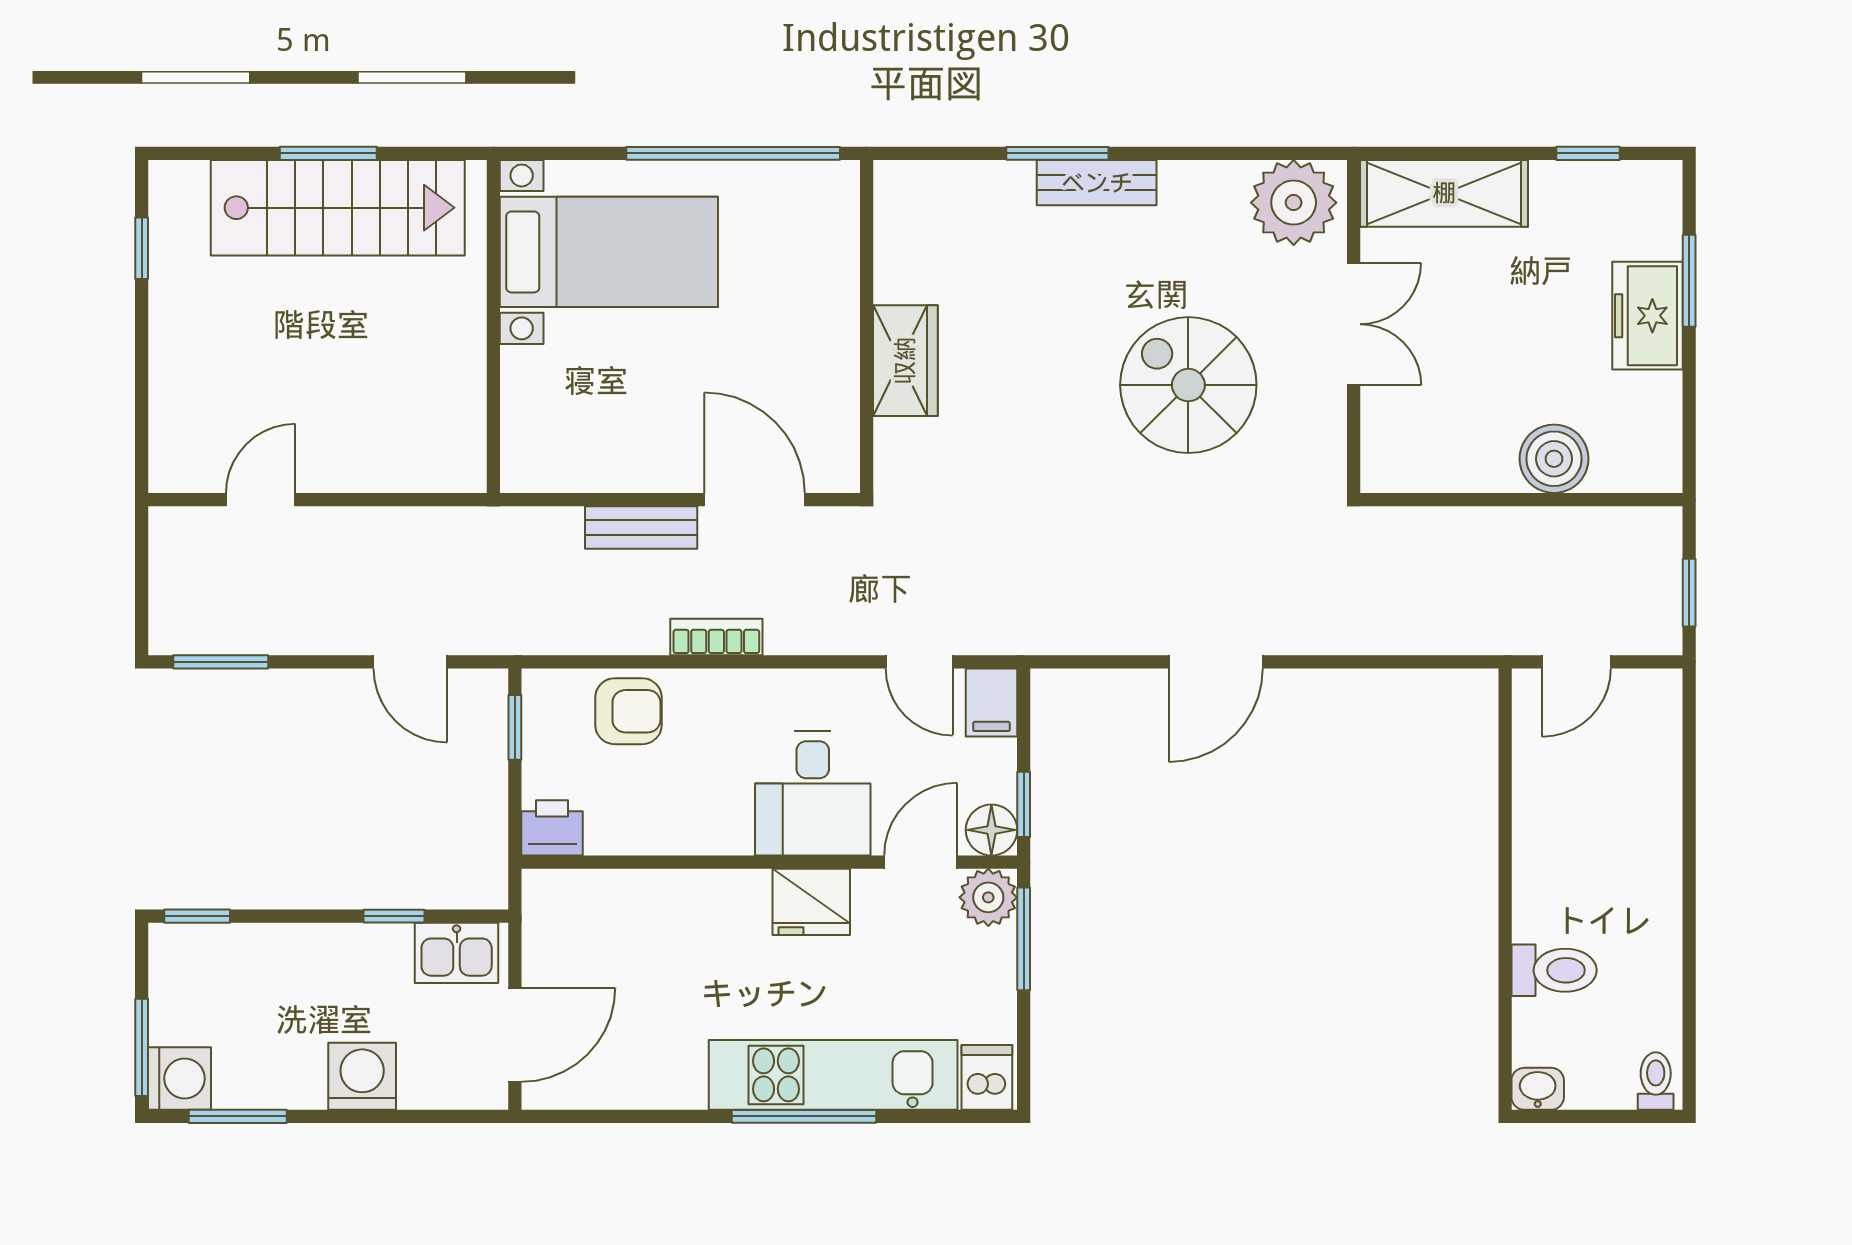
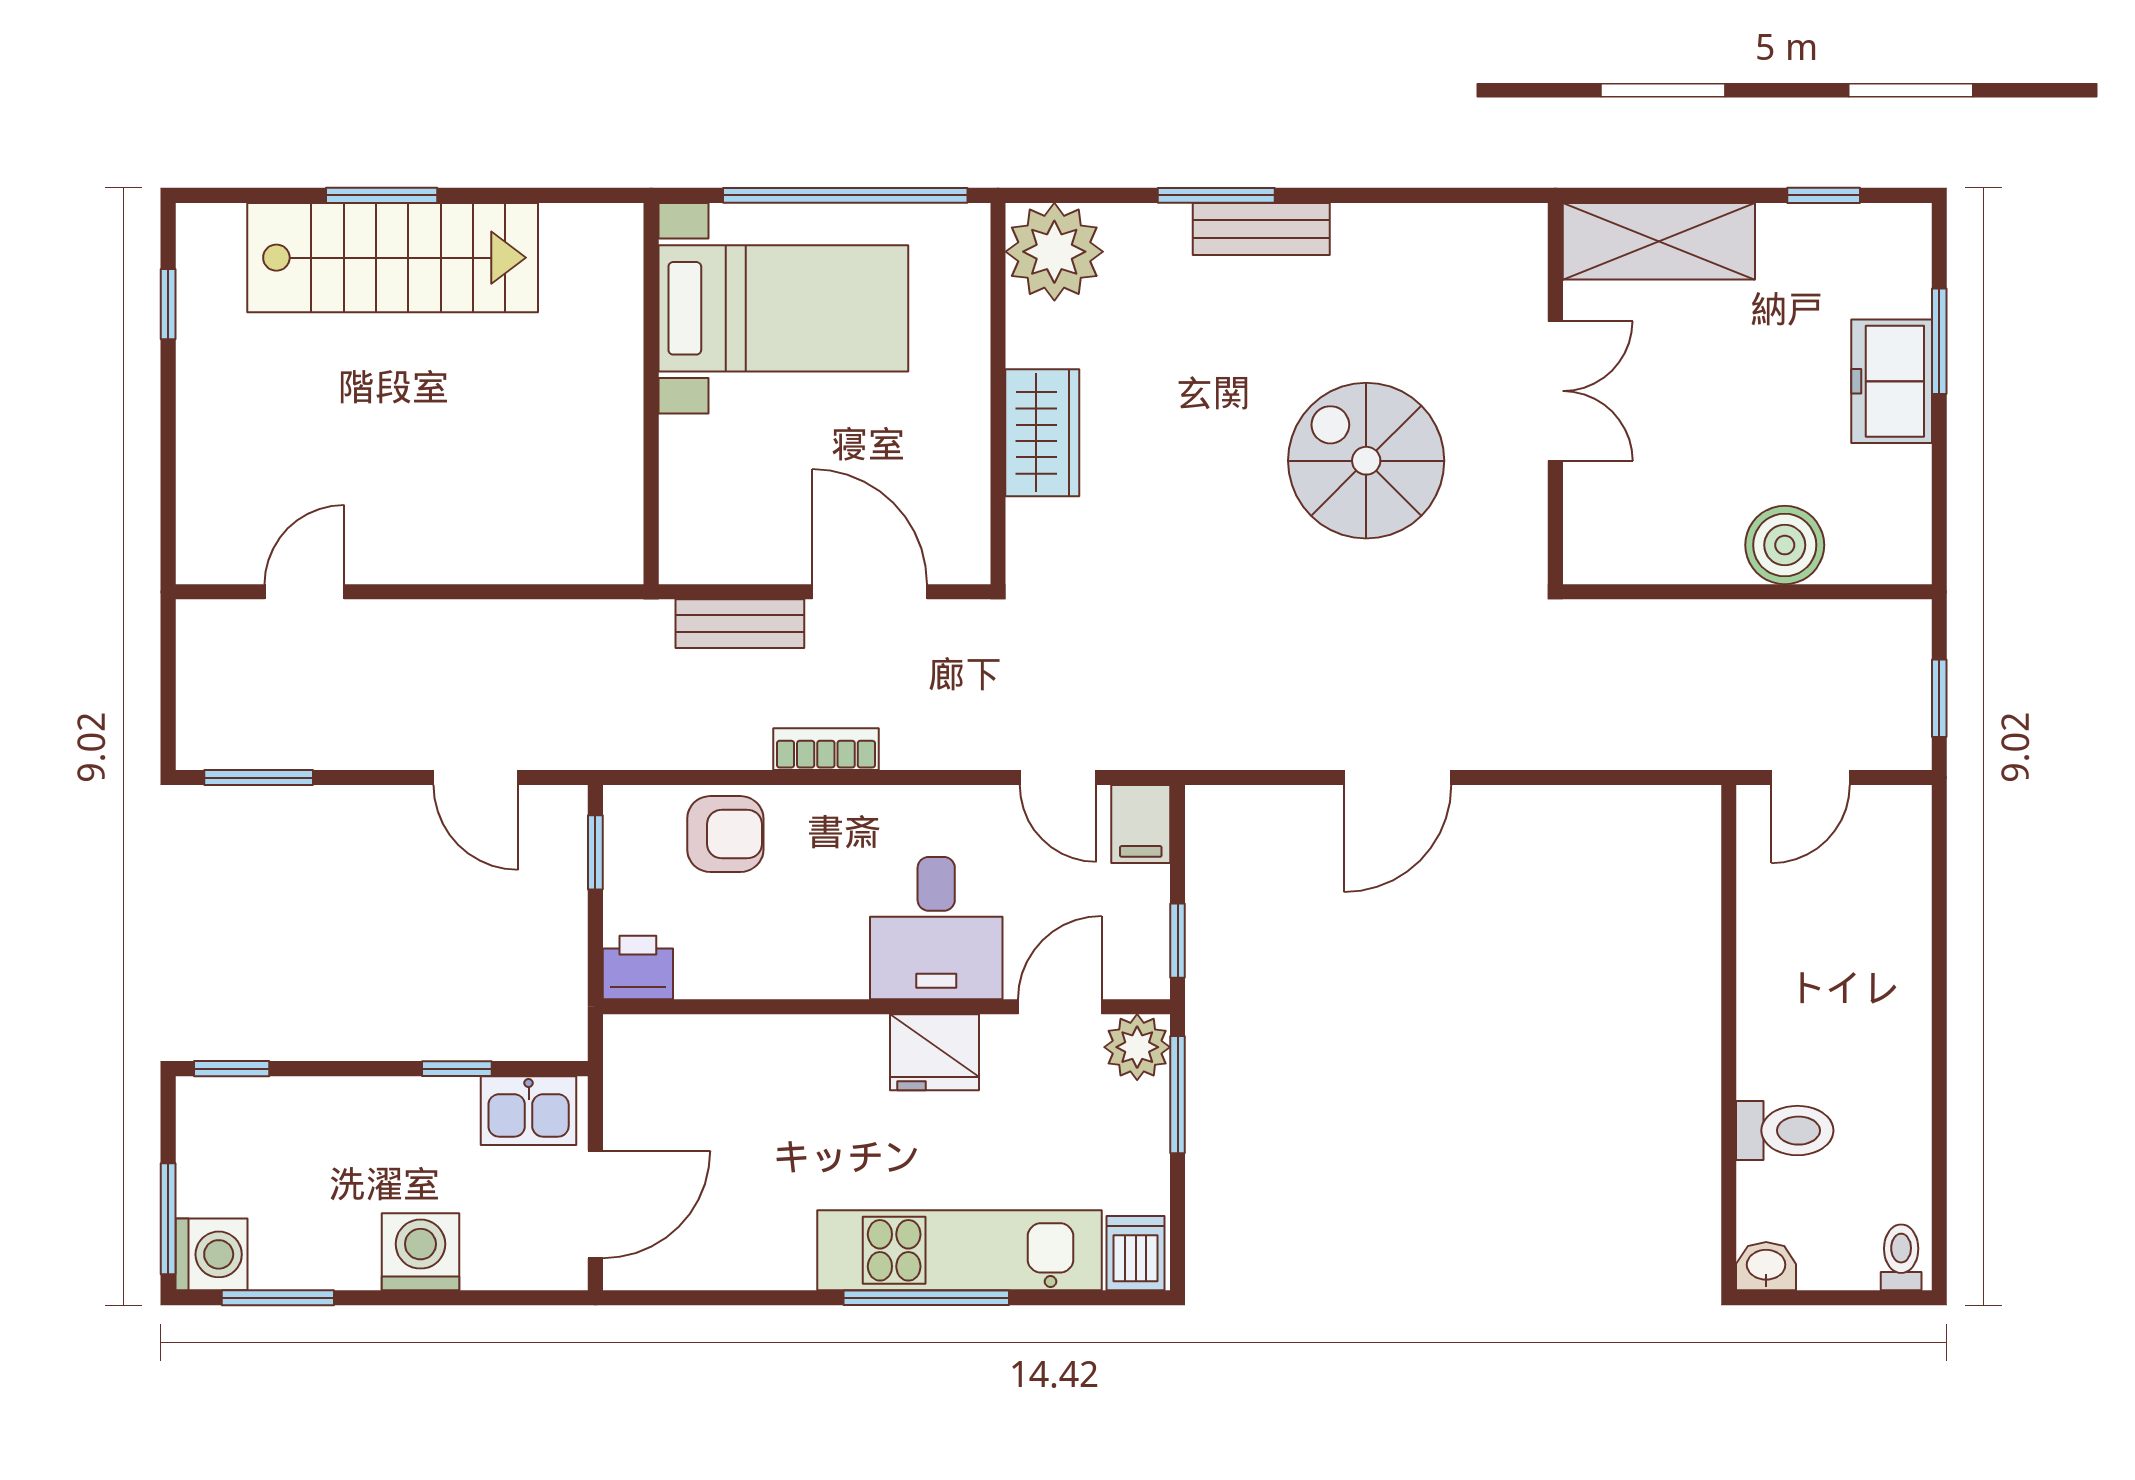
plant: (1294, 203) -> (1054, 252), moved
bed with nightstands: (609, 252) -> (783, 308), moved
wall: (493, 326) -> (651, 394), moved
floor lamp: (991, 830) -> (1141, 970), removed

